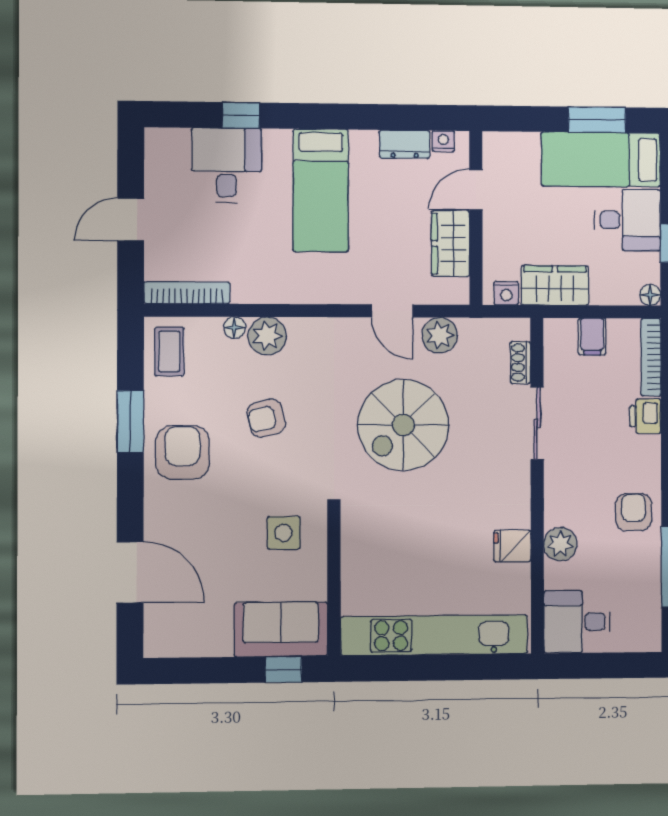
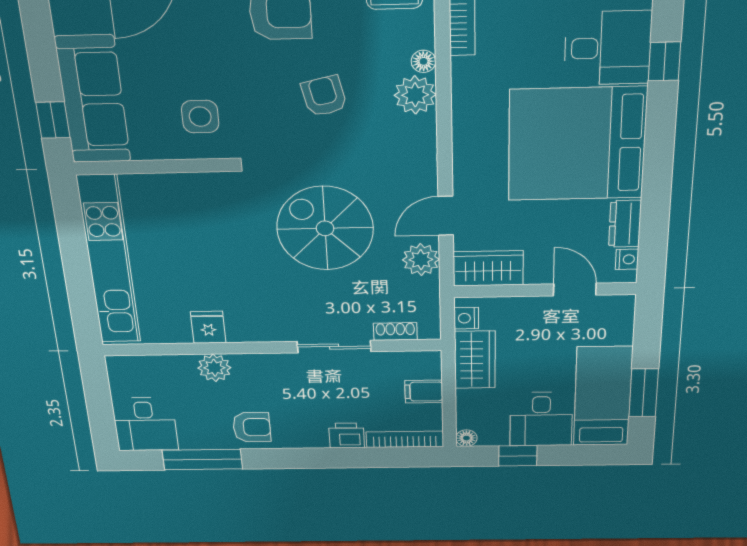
bed: (321, 190) -> (577, 144), width x2.04
wardrobe: (450, 244) -> (488, 268), moved
desk: (577, 622) -> (145, 424), moved, turned 180
sofa: (281, 629) -> (93, 100), width x1.36

